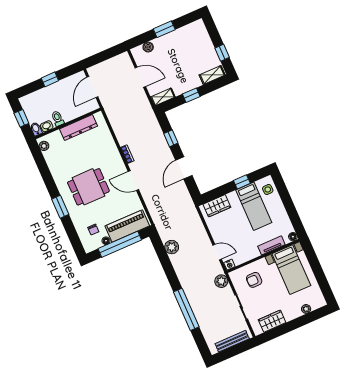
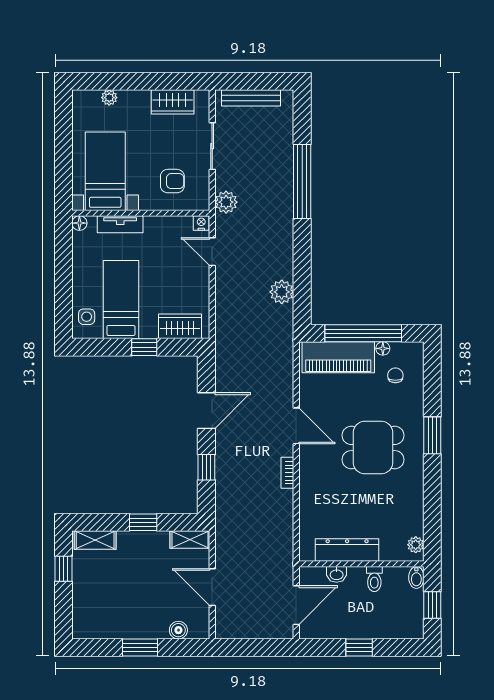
washbasin: (47, 126) -> (337, 574), moved
window: (242, 182) -> (144, 347), moved

